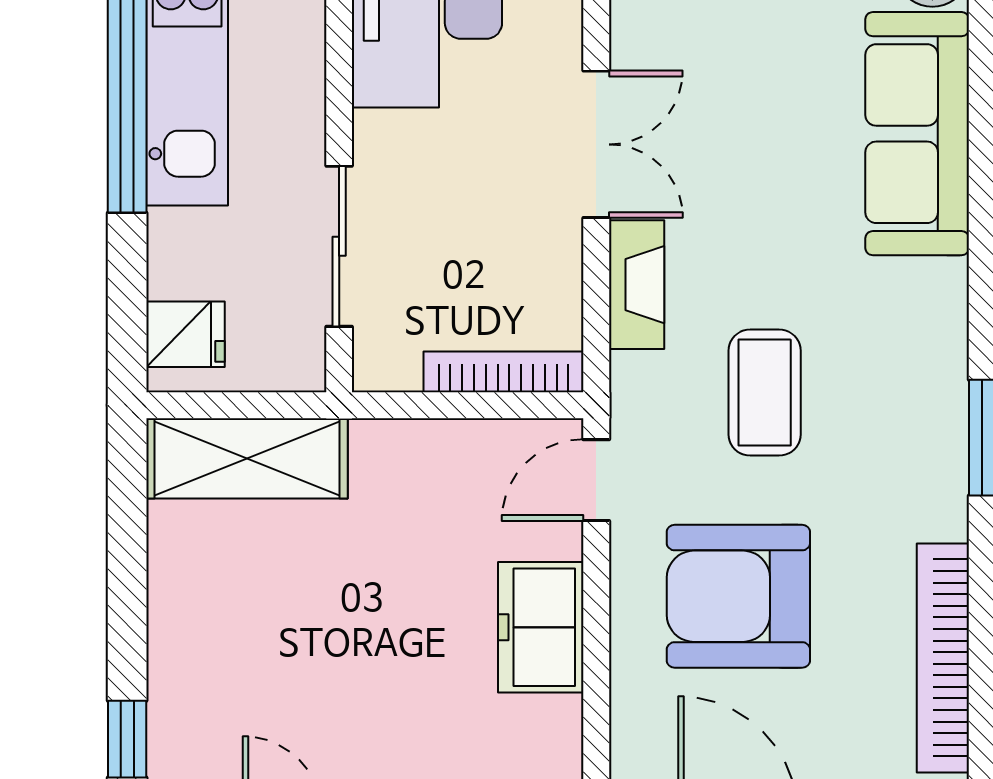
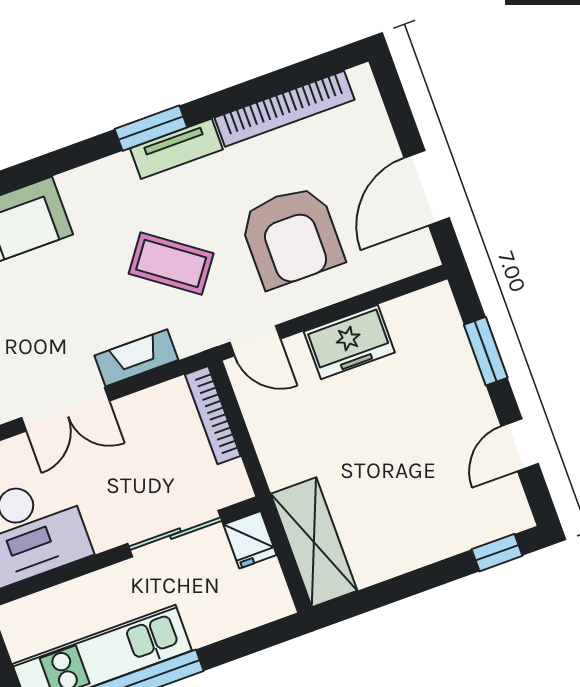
double door: (596, 144) -> (65, 409), swing flipped
fridge: (186, 334) -> (250, 540), moved, turned 180
coffee table: (765, 393) -> (171, 264), turned 36
tv unit: (941, 466) -> (176, 149), added

